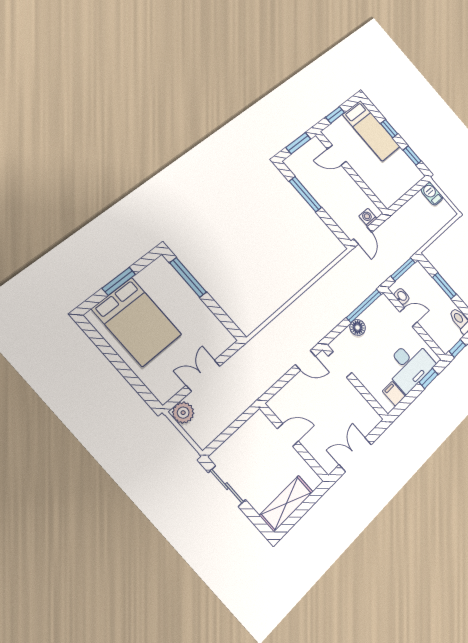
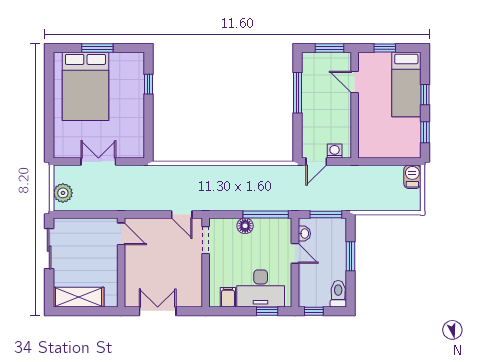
window: (188, 277) -> (148, 84), width x0.46
plant: (183, 413) -> (63, 193), moved
door: (288, 435) -> (121, 234), moved

